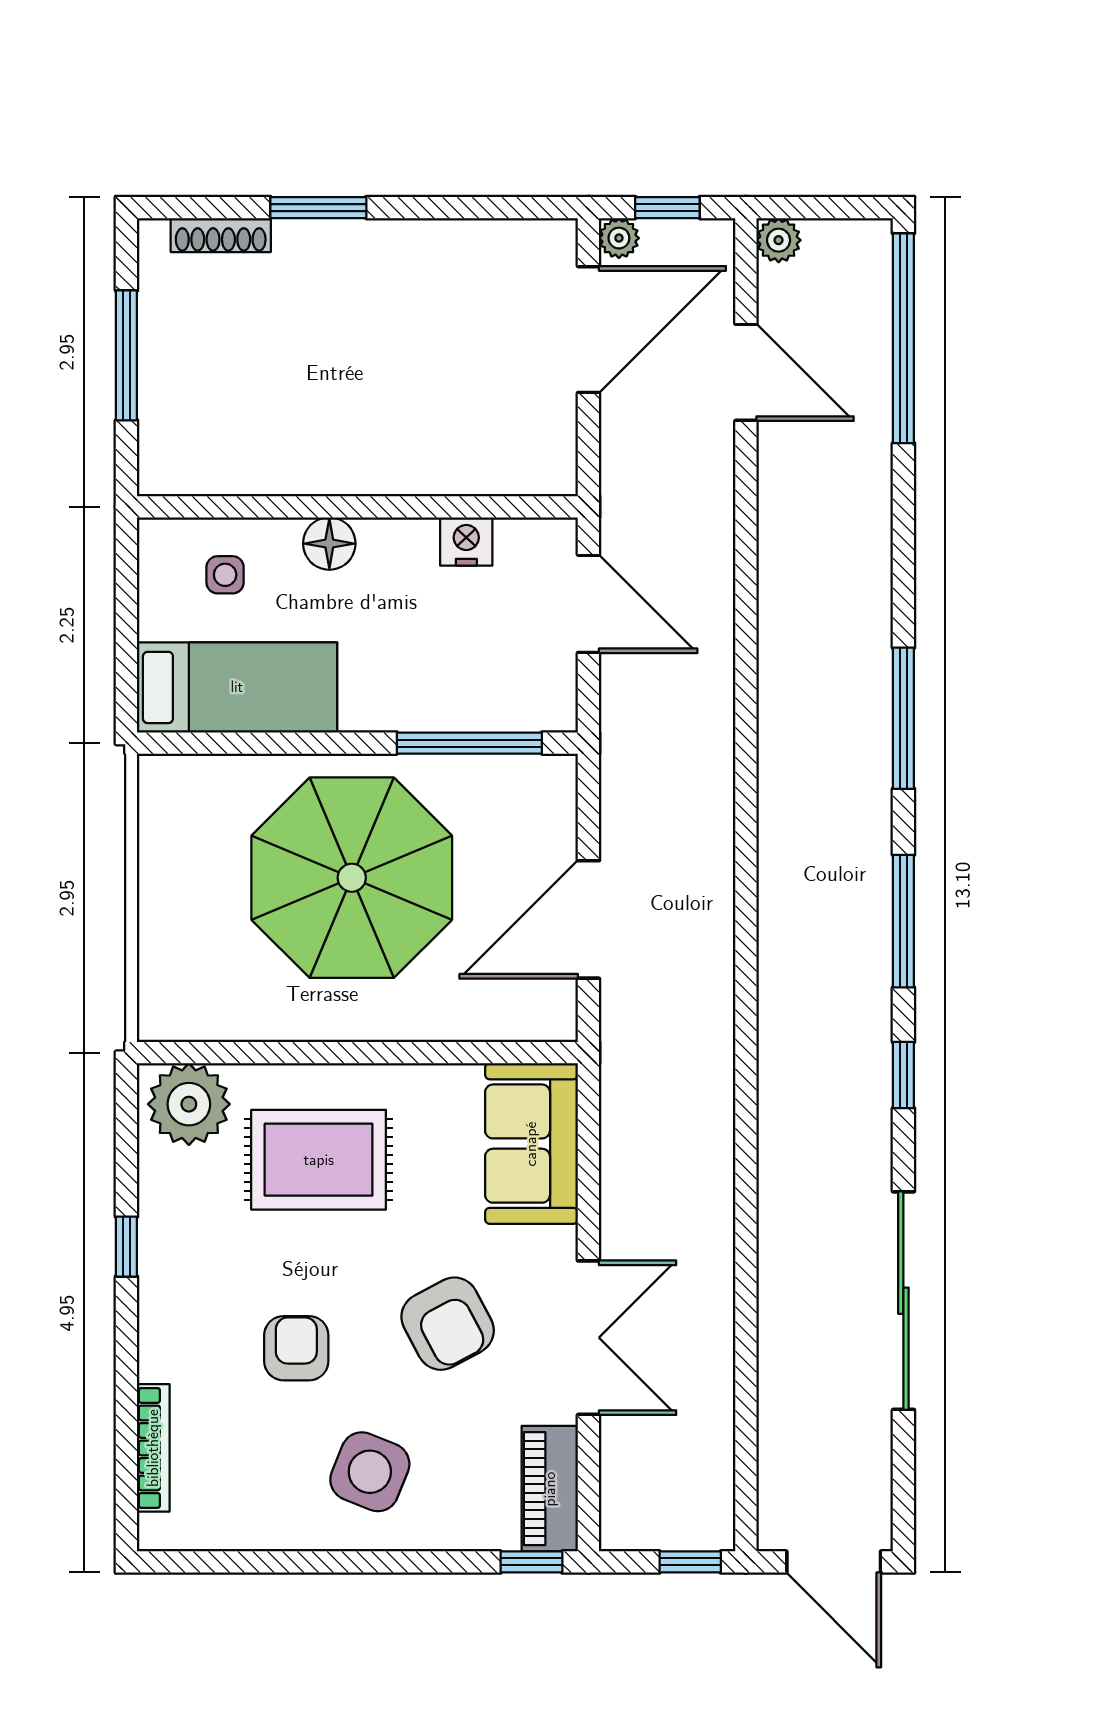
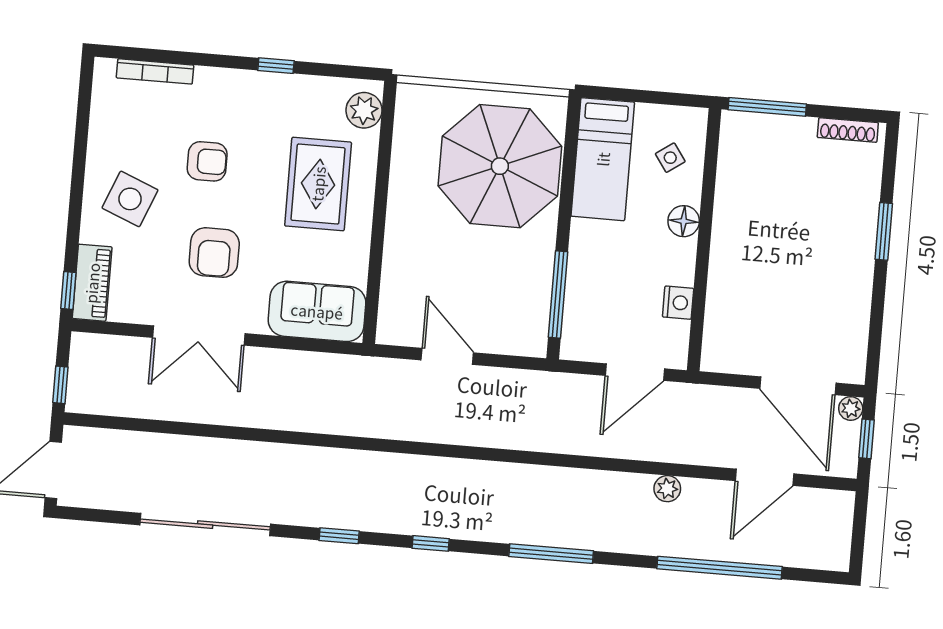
shoe rack: (221, 235) -> (848, 130), moved, turned -90
plant: (779, 240) -> (667, 489), moved
window: (903, 338) -> (720, 568), moved
window: (126, 355) -> (767, 107), moved
side table: (225, 575) -> (670, 158), turned -35
parasol: (352, 878) -> (500, 166), moved
door: (588, 919) -> (447, 356), width x0.73
window: (903, 921) -> (431, 543), width x0.46
plant: (189, 1104) -> (364, 110), width x0.73, depth x0.73
armchair: (448, 1324) -> (214, 253), turned -62
piano: (550, 1489) -> (92, 283), moved, turned 90

